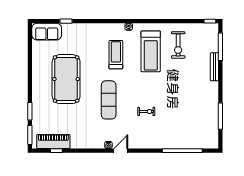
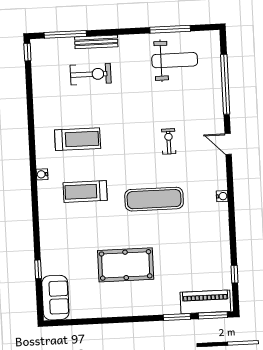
exercise bike: (178, 45) -> (91, 74), moved
treadmill: (151, 51) -> (78, 139), width x0.73, depth x0.73
pool table: (66, 79) -> (126, 265), width x0.73, depth x0.76
weight bench: (200, 118) -> (175, 60), added
piano: (53, 141) -> (205, 302), moved, turned 90
door: (121, 151) -> (228, 144), moved

